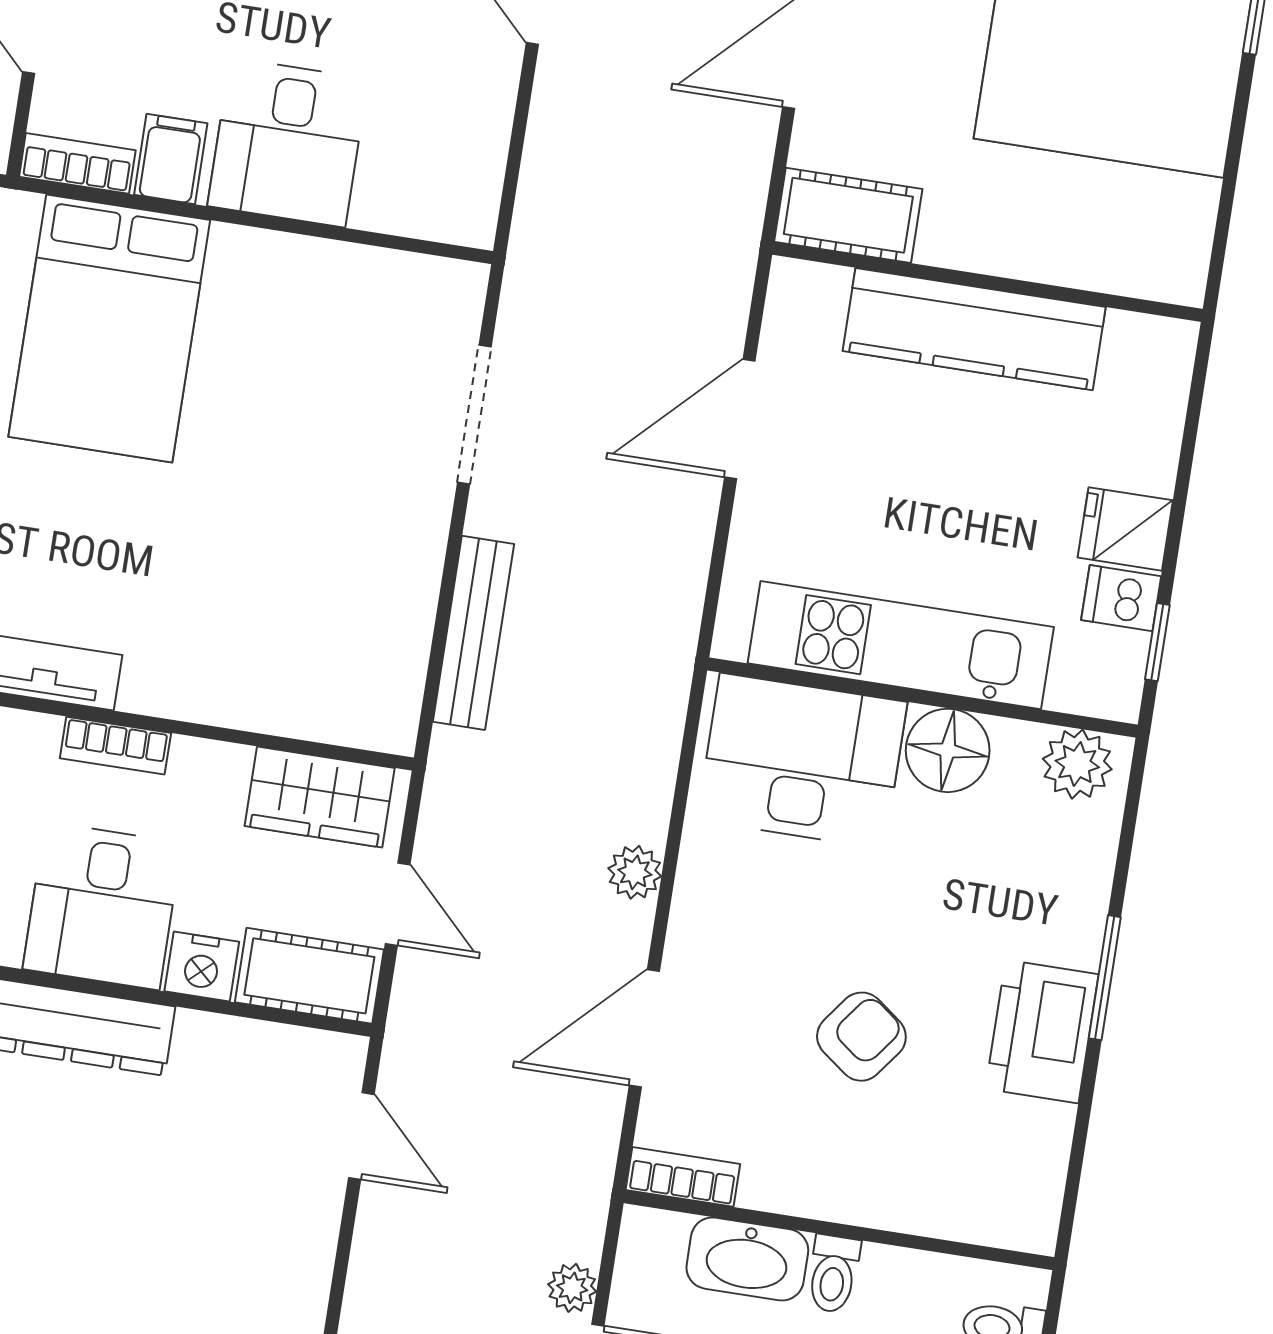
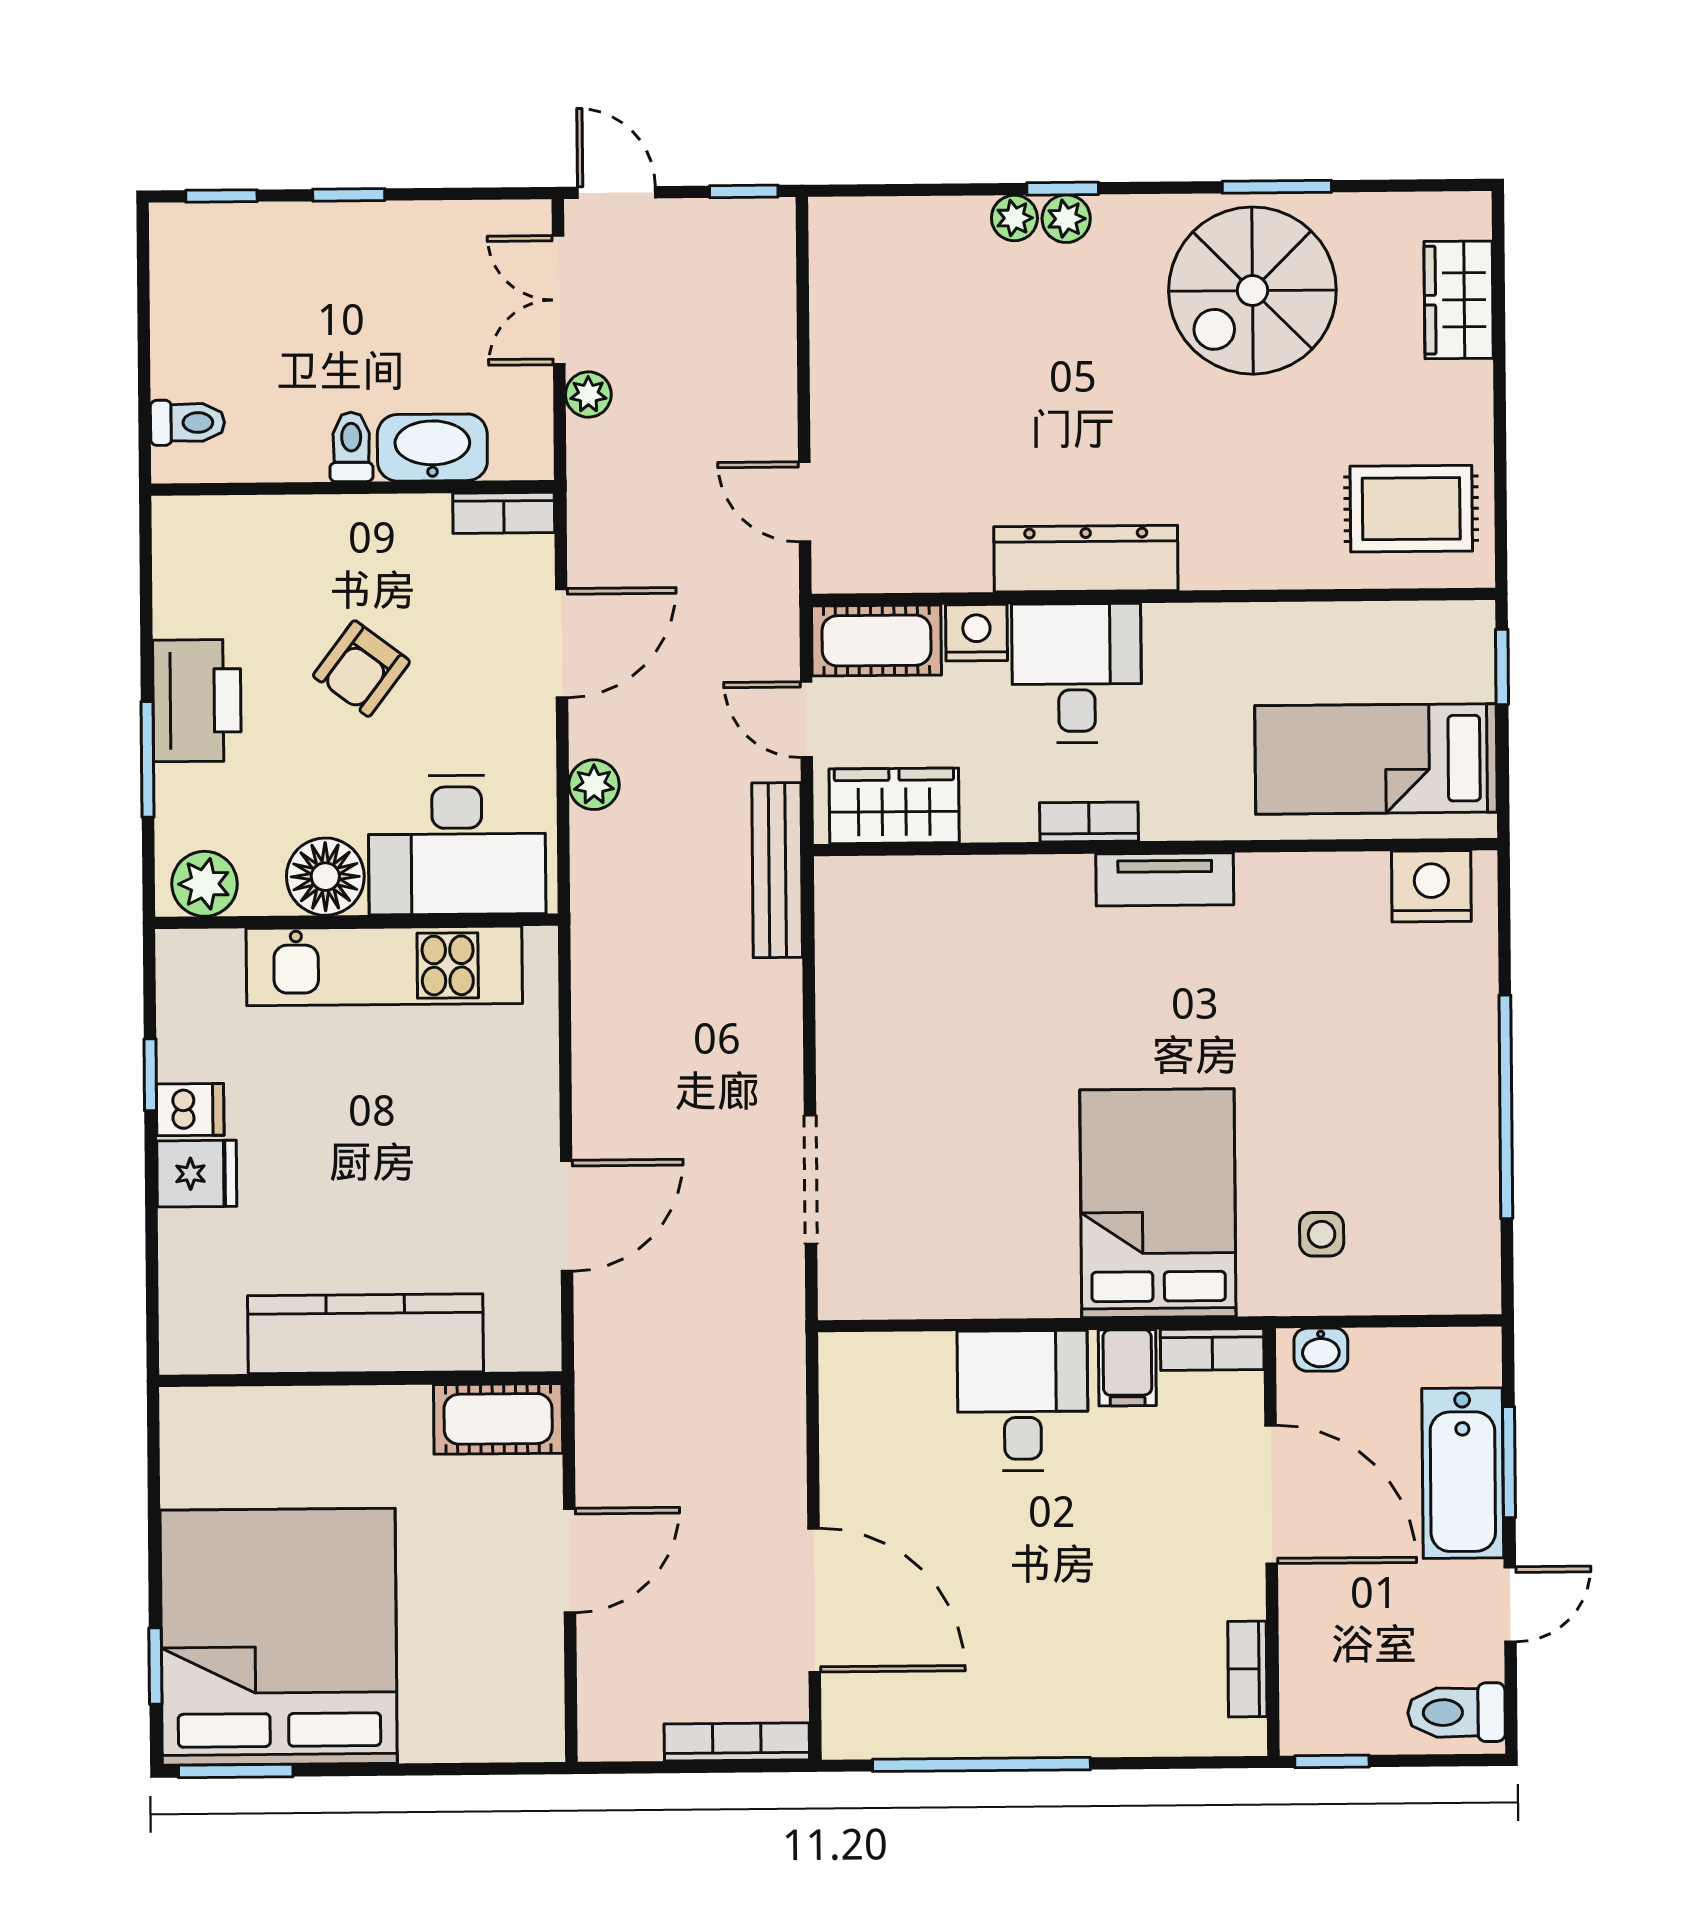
bench: (473, 633) -> (777, 870), moved
kitchen unit: (901, 645) -> (384, 966), moved
wall: (922, 698) -> (356, 921), moved
floor lamp: (948, 750) -> (325, 877), moved
desk: (802, 761) -> (457, 845), moved
plant: (1077, 764) -> (205, 884), moved

